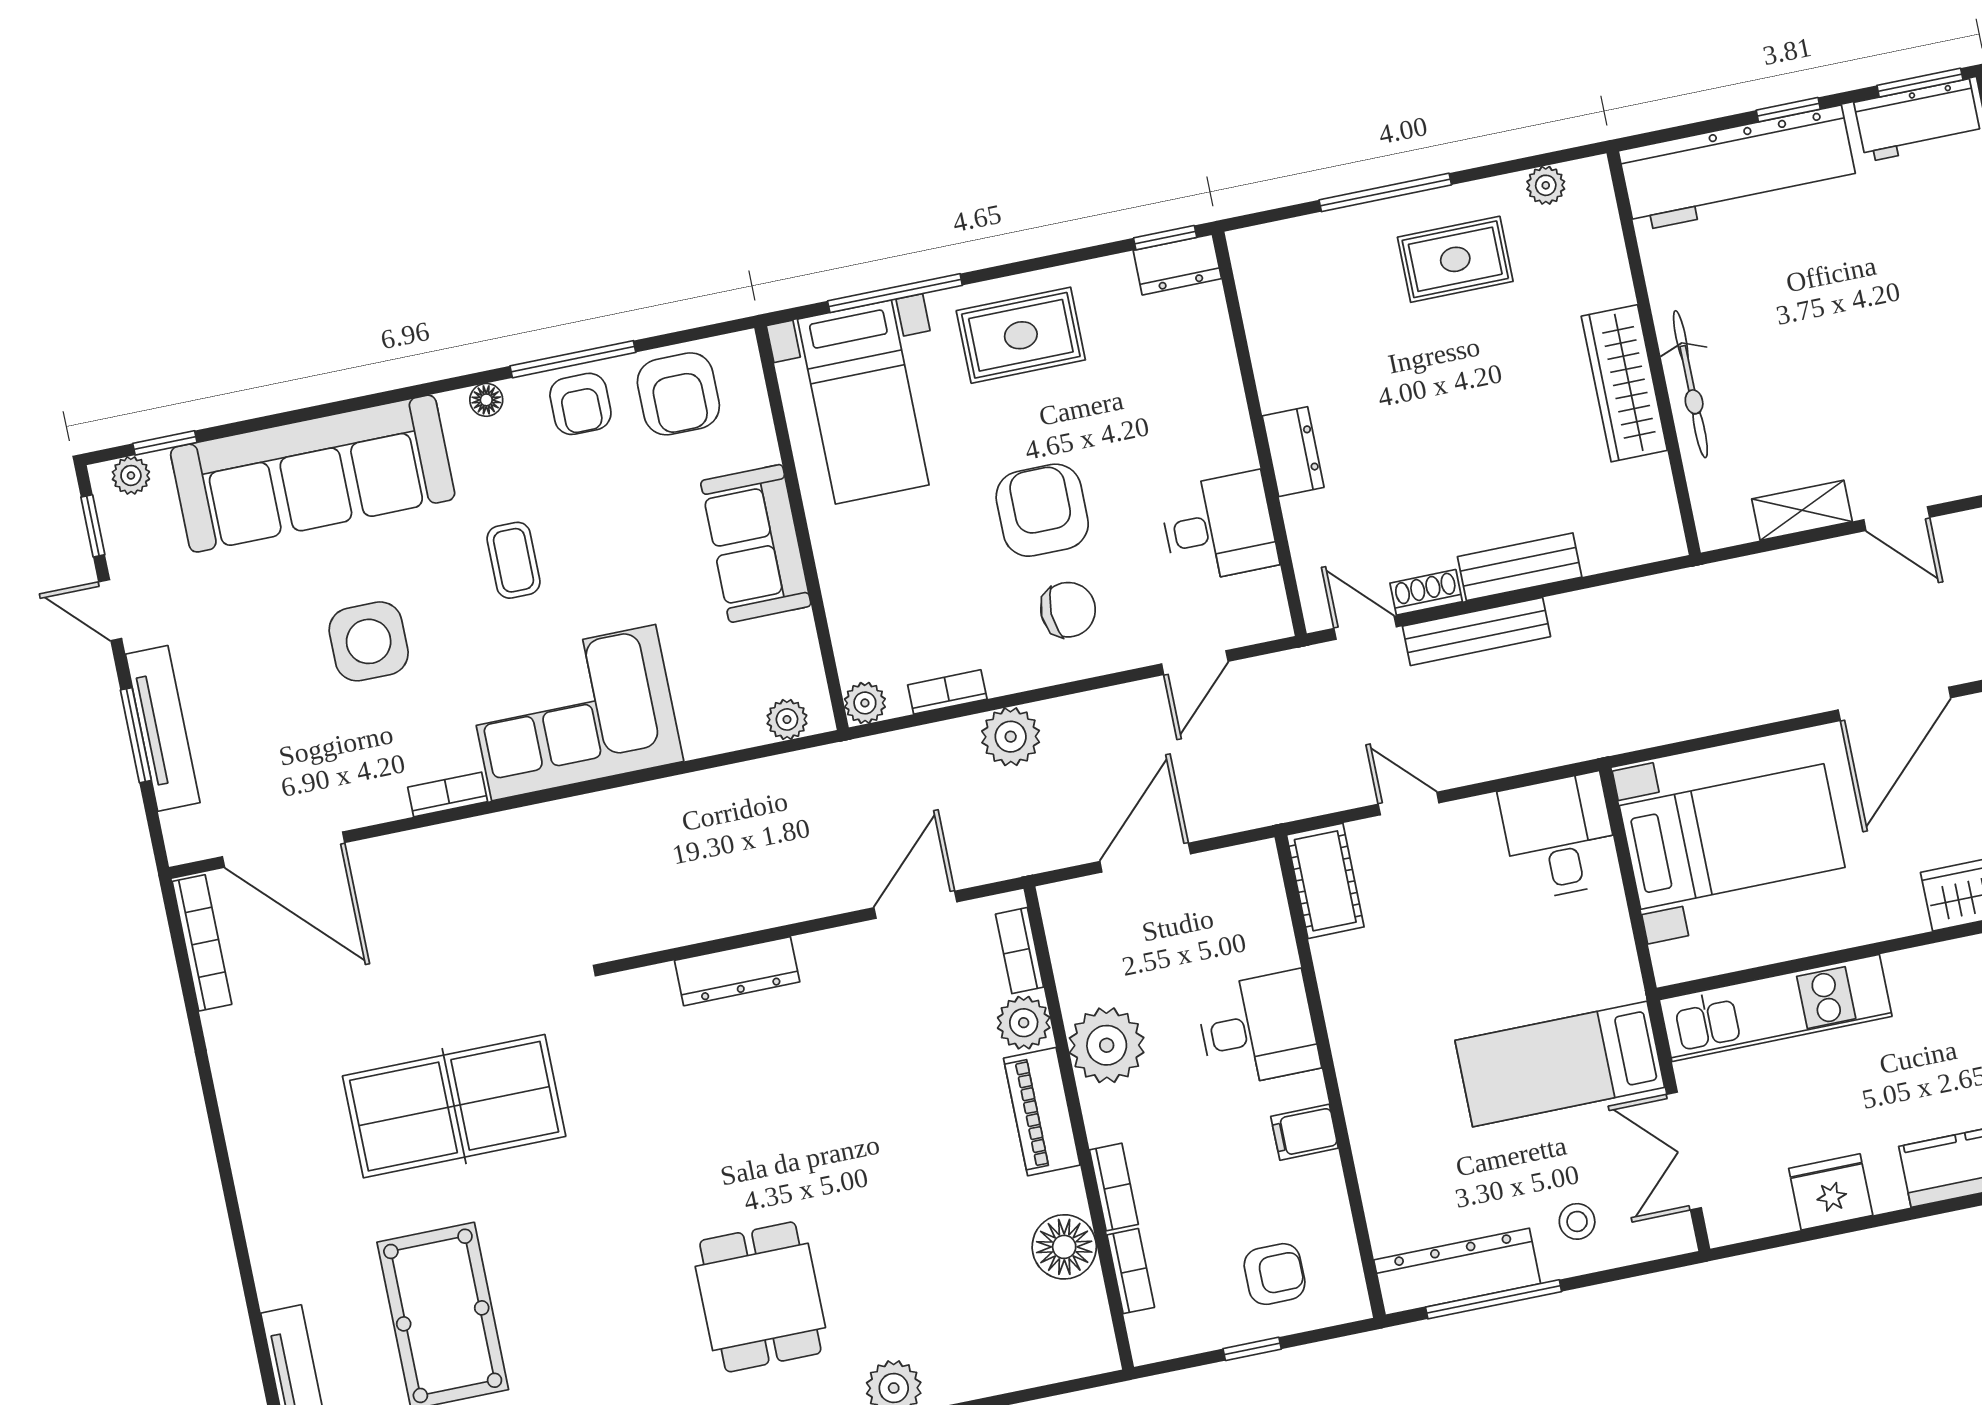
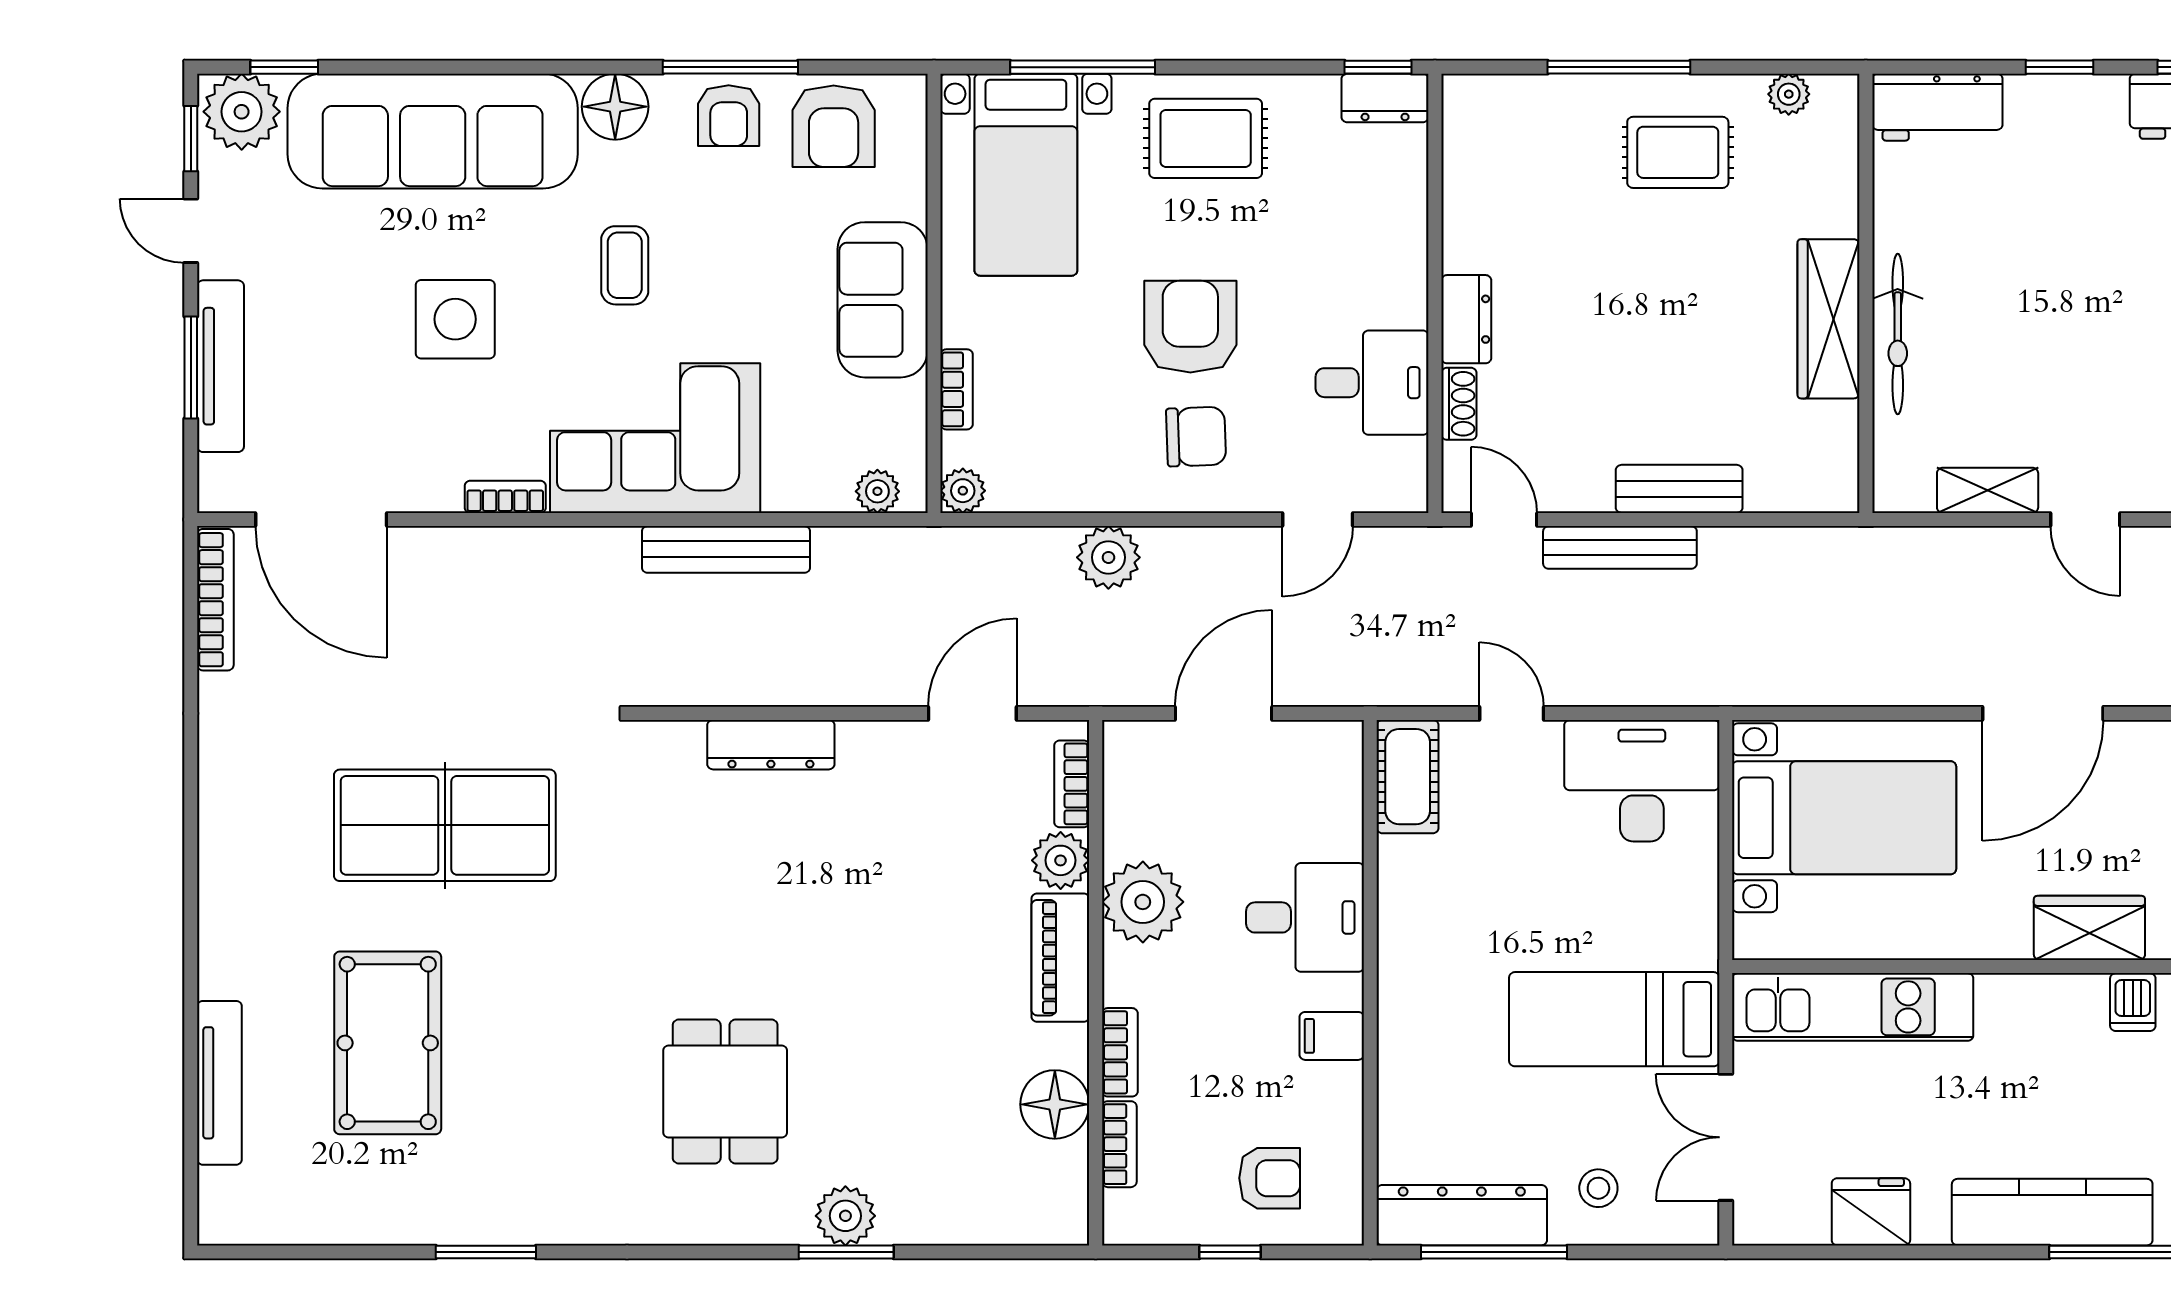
workbench: (1738, 169) -> (1937, 107), width x0.53, depth x0.76
floor lamp: (486, 400) -> (615, 107), width x1.89, depth x1.89
plant: (131, 475) -> (242, 112), width x1.88, depth x1.88
shoe rack: (1426, 592) -> (1459, 404), moved, turned 90
bookcase: (947, 692) -> (957, 389), moved, turned 90
bench: (659, 801) -> (726, 549), added
desk: (1560, 837) -> (1642, 781), width x1.37

